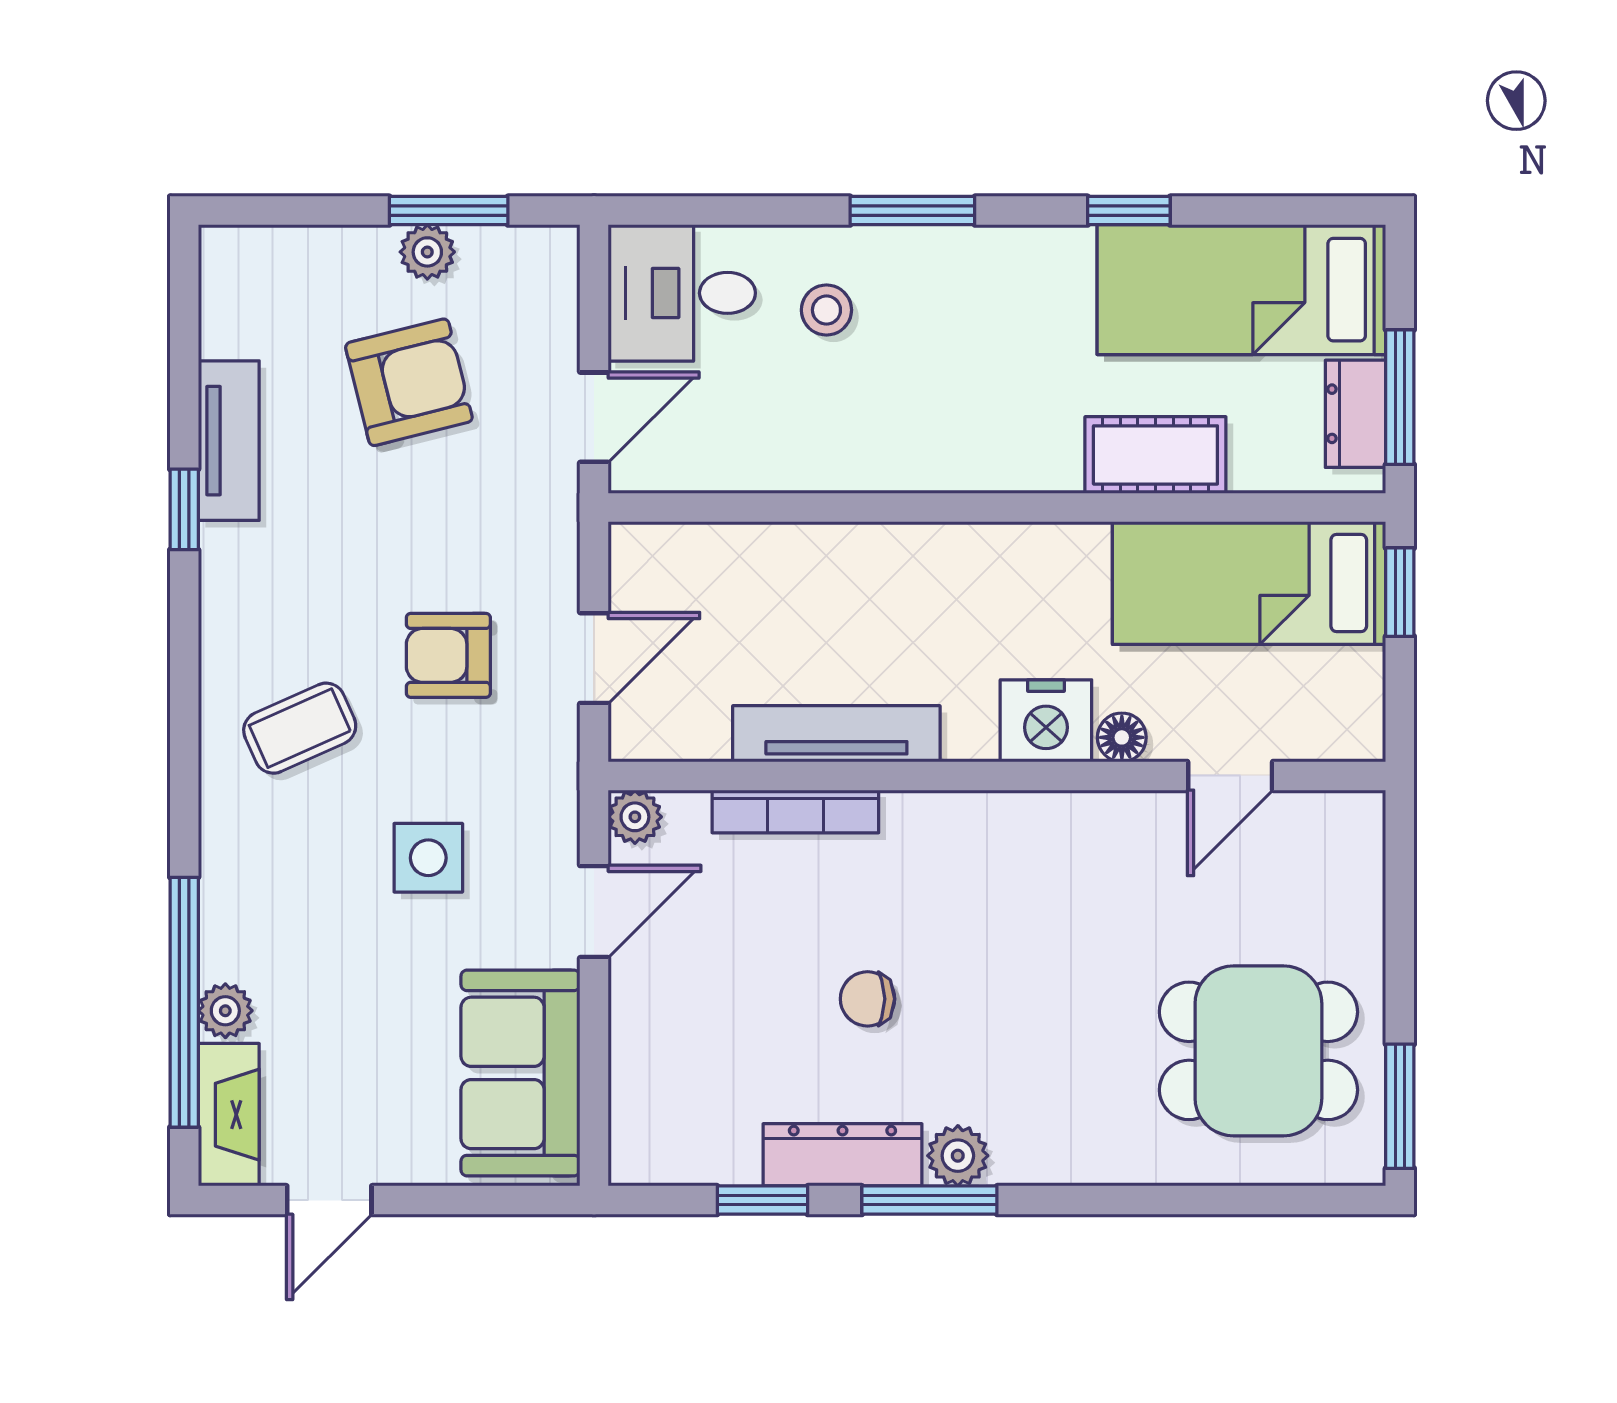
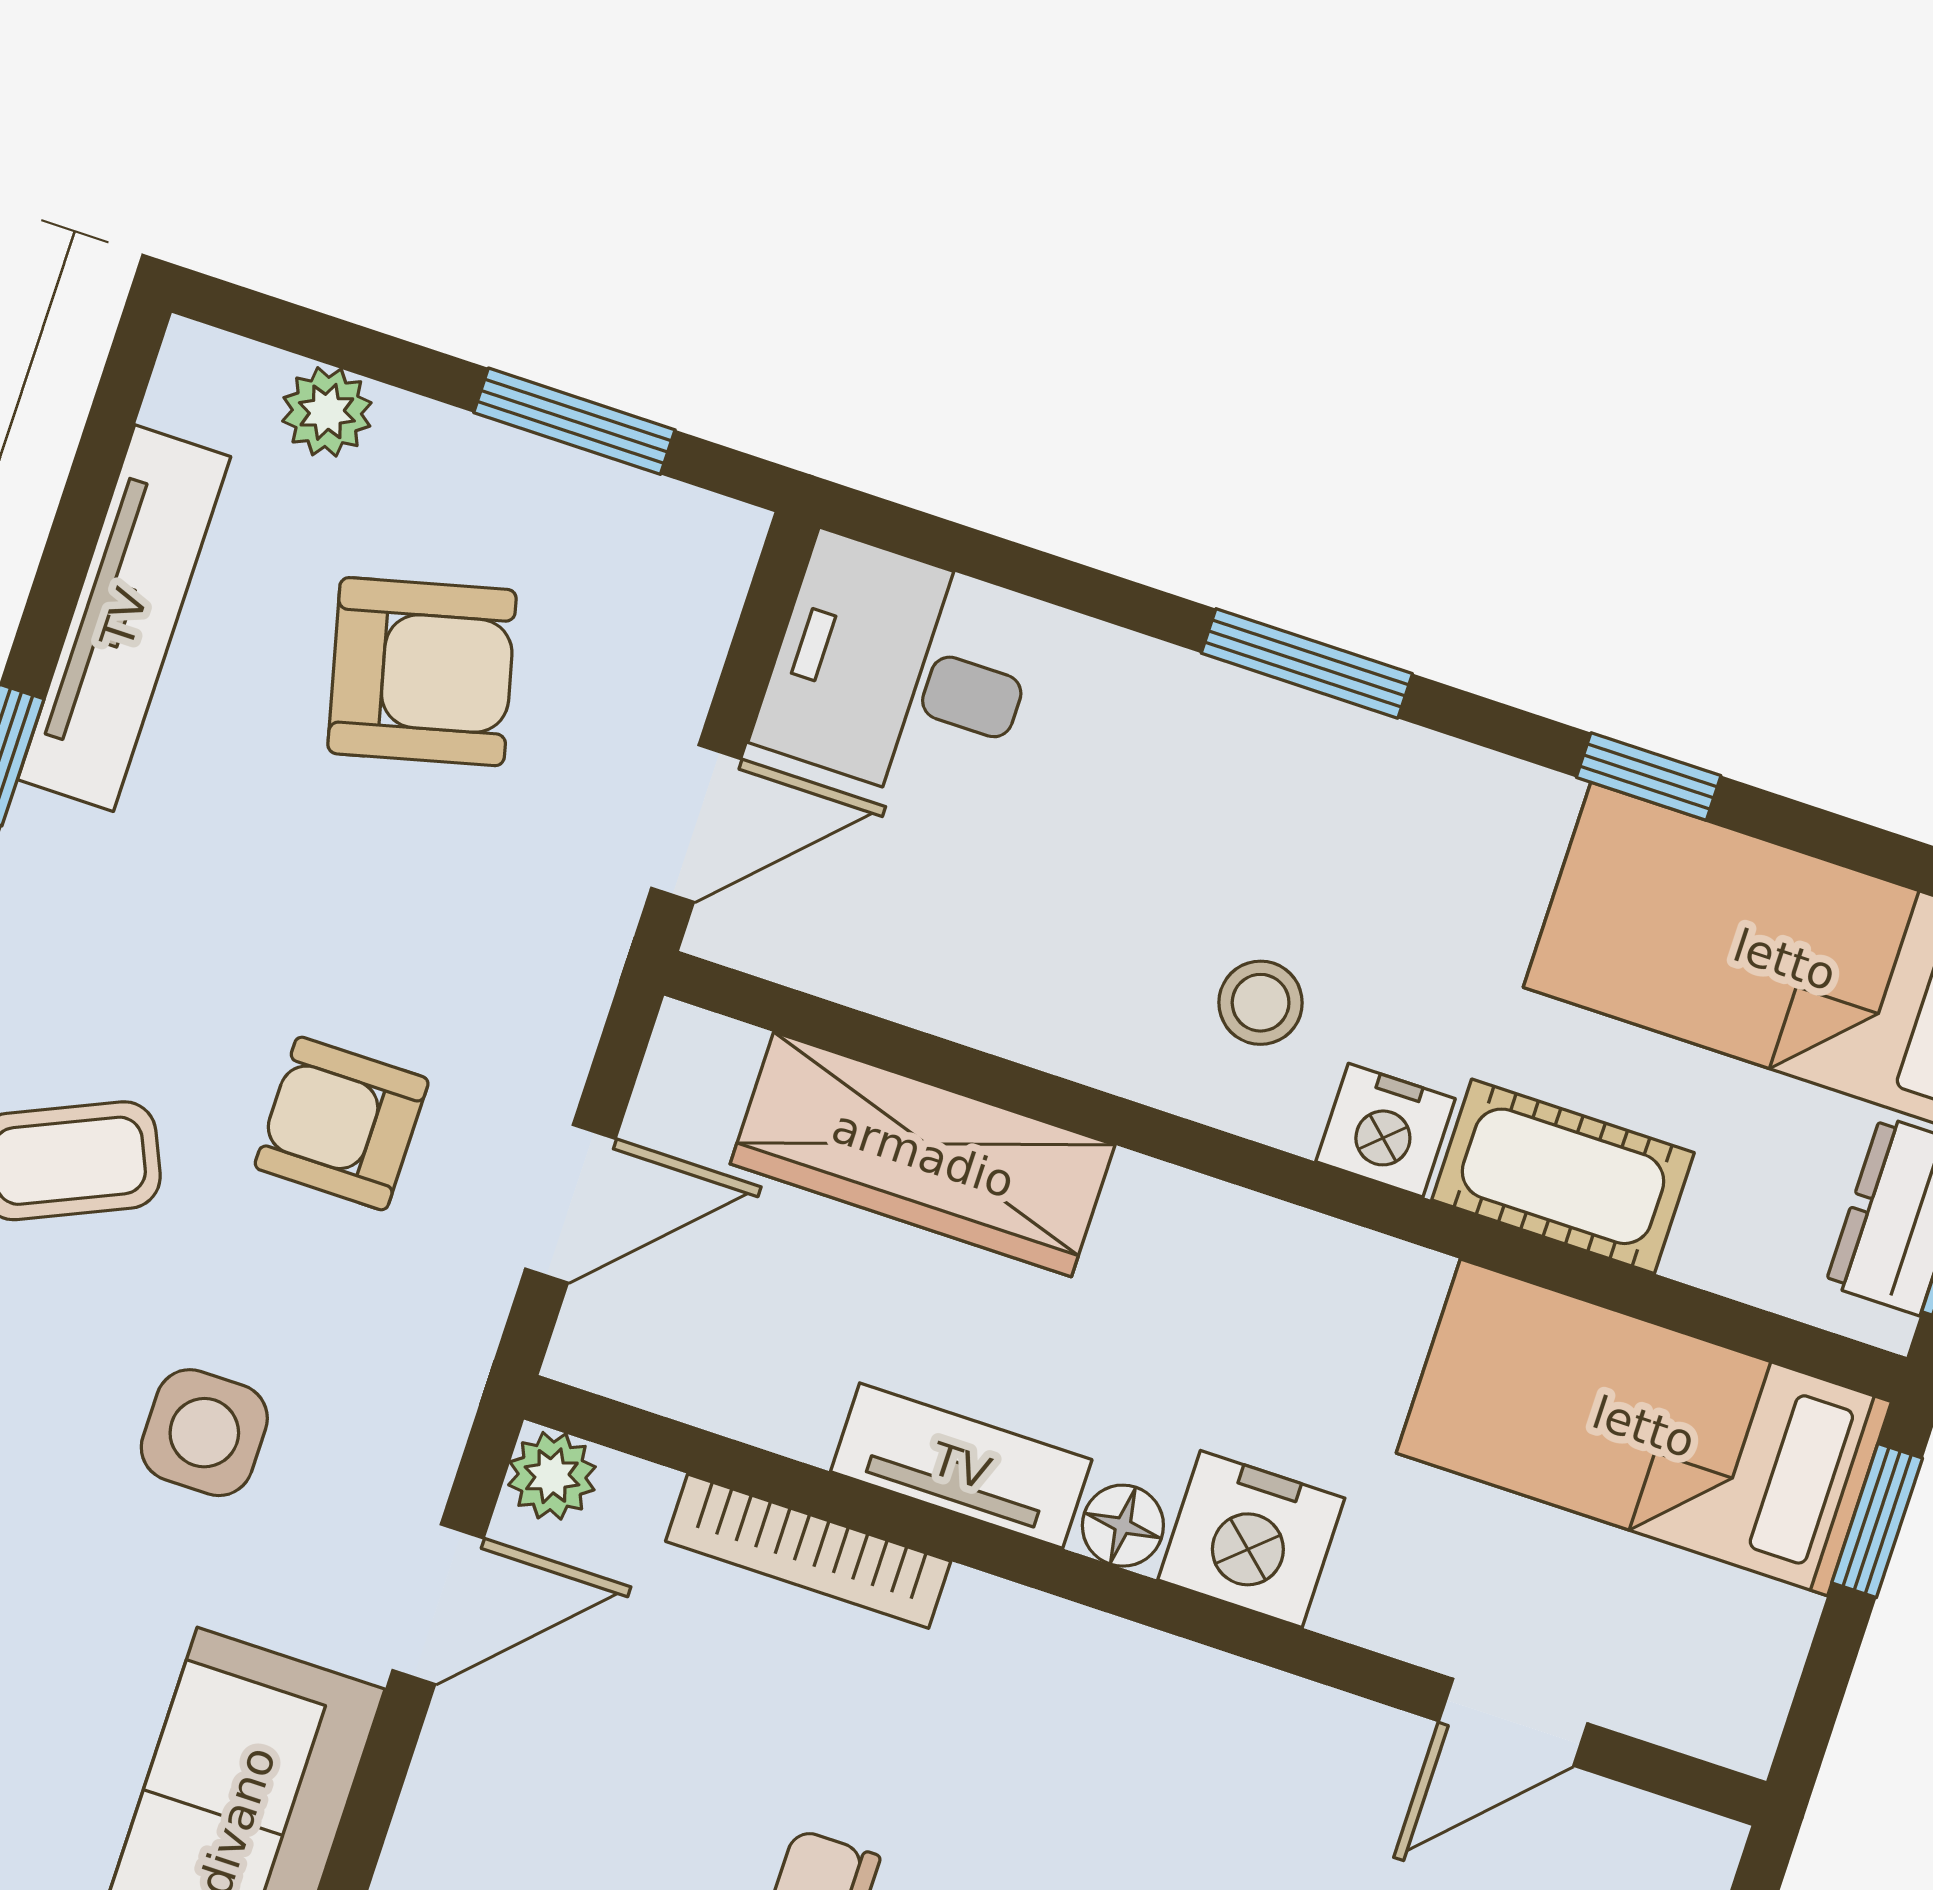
plant: (427, 252) -> (327, 412), moved
stool: (826, 310) -> (1261, 1003), moved
tv unit: (229, 441) -> (124, 618), width x1.41
nightstand: (1045, 462) -> (1386, 1130), added
wardrobe: (786, 563) -> (923, 1154), added
tv unit: (836, 734) -> (961, 1466), width x0.71
floor lamp: (1122, 737) -> (1123, 1526), moved

